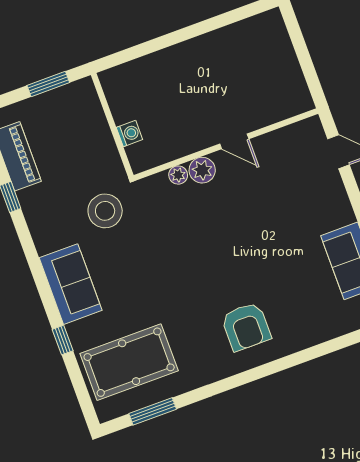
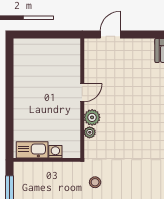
kitchen sink: (119, 97) -> (32, 150), added
stool: (105, 211) -> (95, 182), width x0.53, depth x0.53

